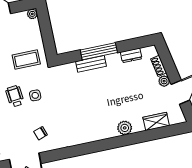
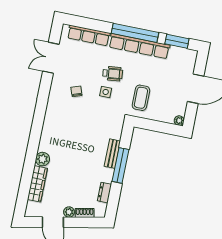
wardrobe: (156, 121) -> (37, 184), width x1.50
chair: (41, 133) -> (76, 91), moved

